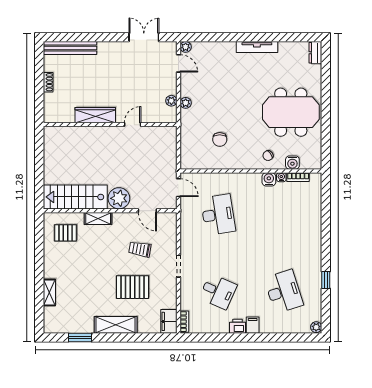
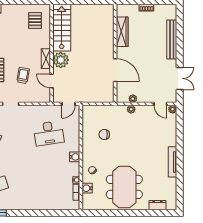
bench: (70, 48) -> (172, 39), moved
dresser: (315, 53) -> (157, 205), moved
door: (178, 63) -> (160, 104), hinge flipped
wardrobe: (95, 115) -> (122, 32), moved
door: (133, 125) -> (115, 70), width x1.88
water cooler: (269, 179) -> (75, 157), moved
door: (147, 211) -> (52, 81), hinge flipped
shelving: (98, 218) -> (46, 59), moved

